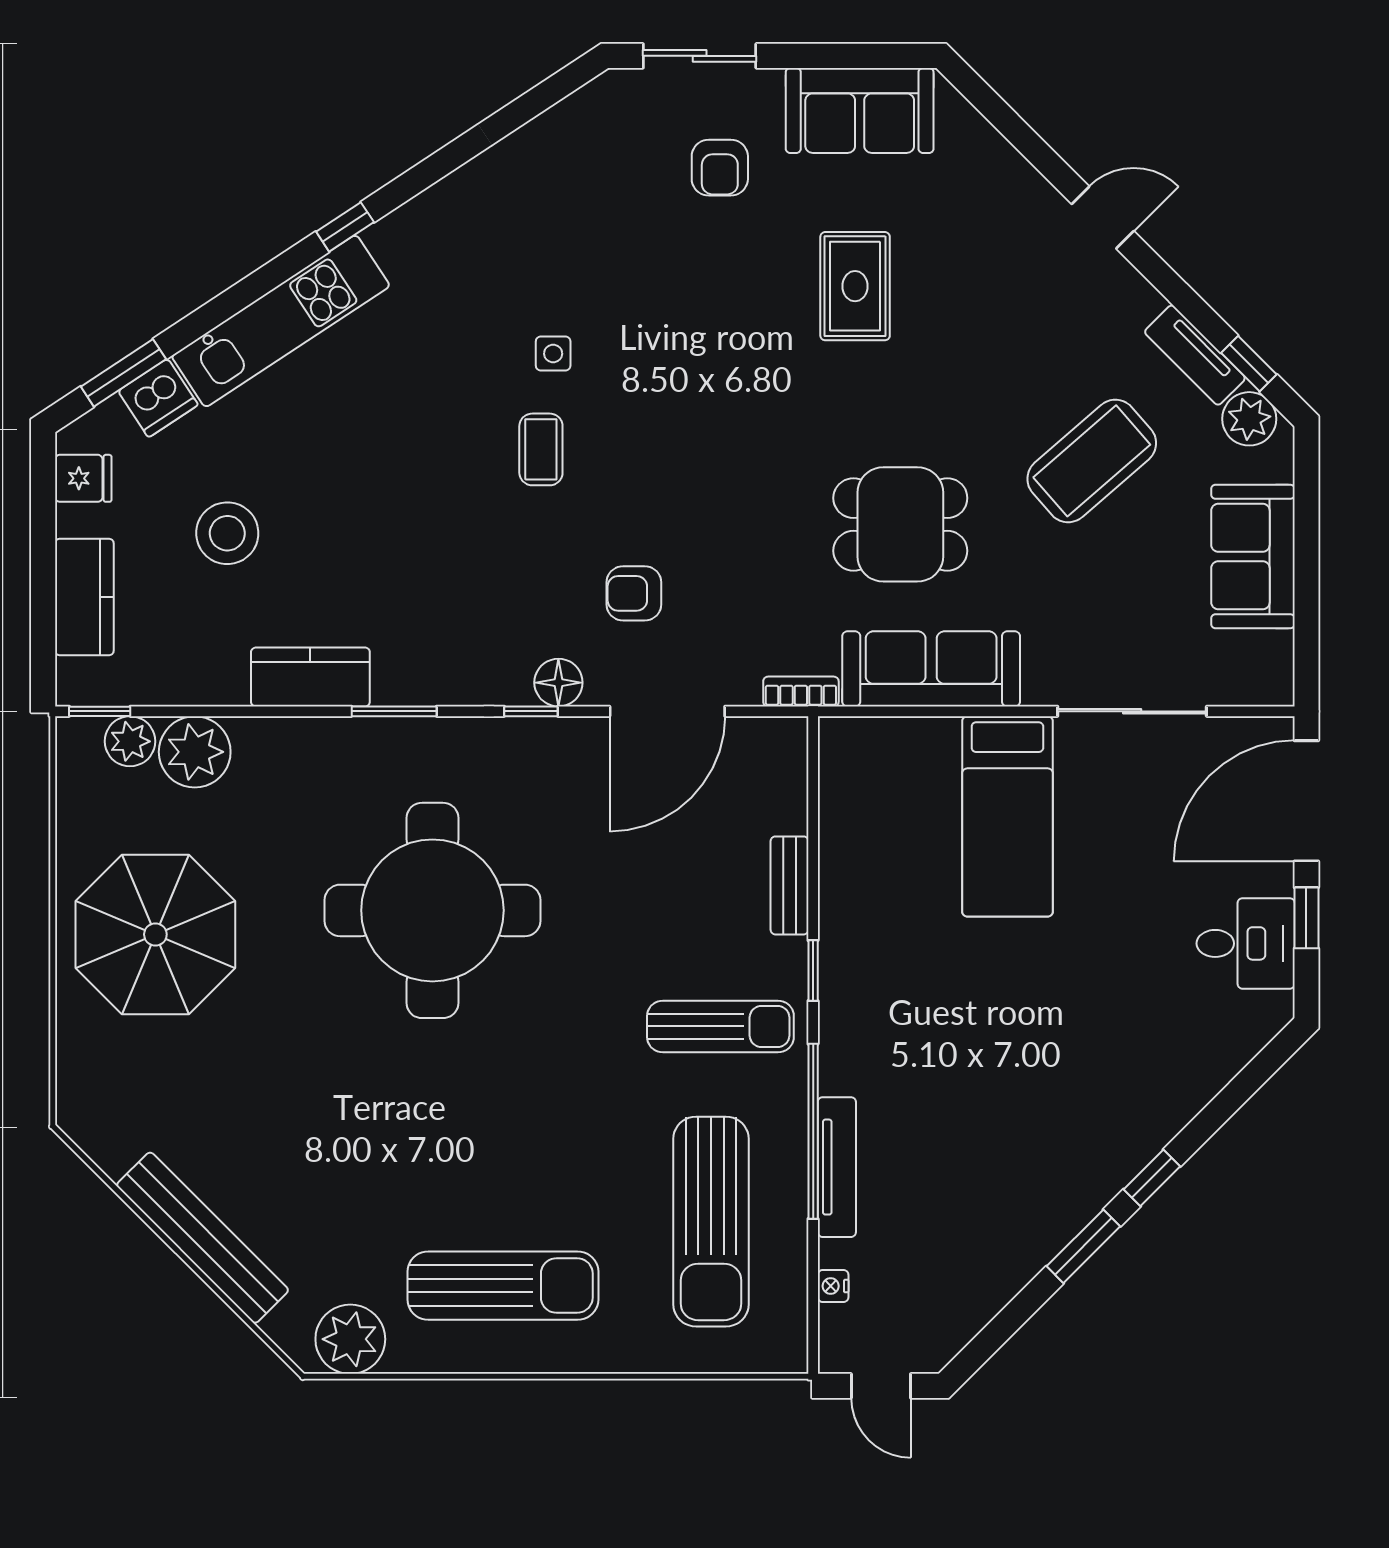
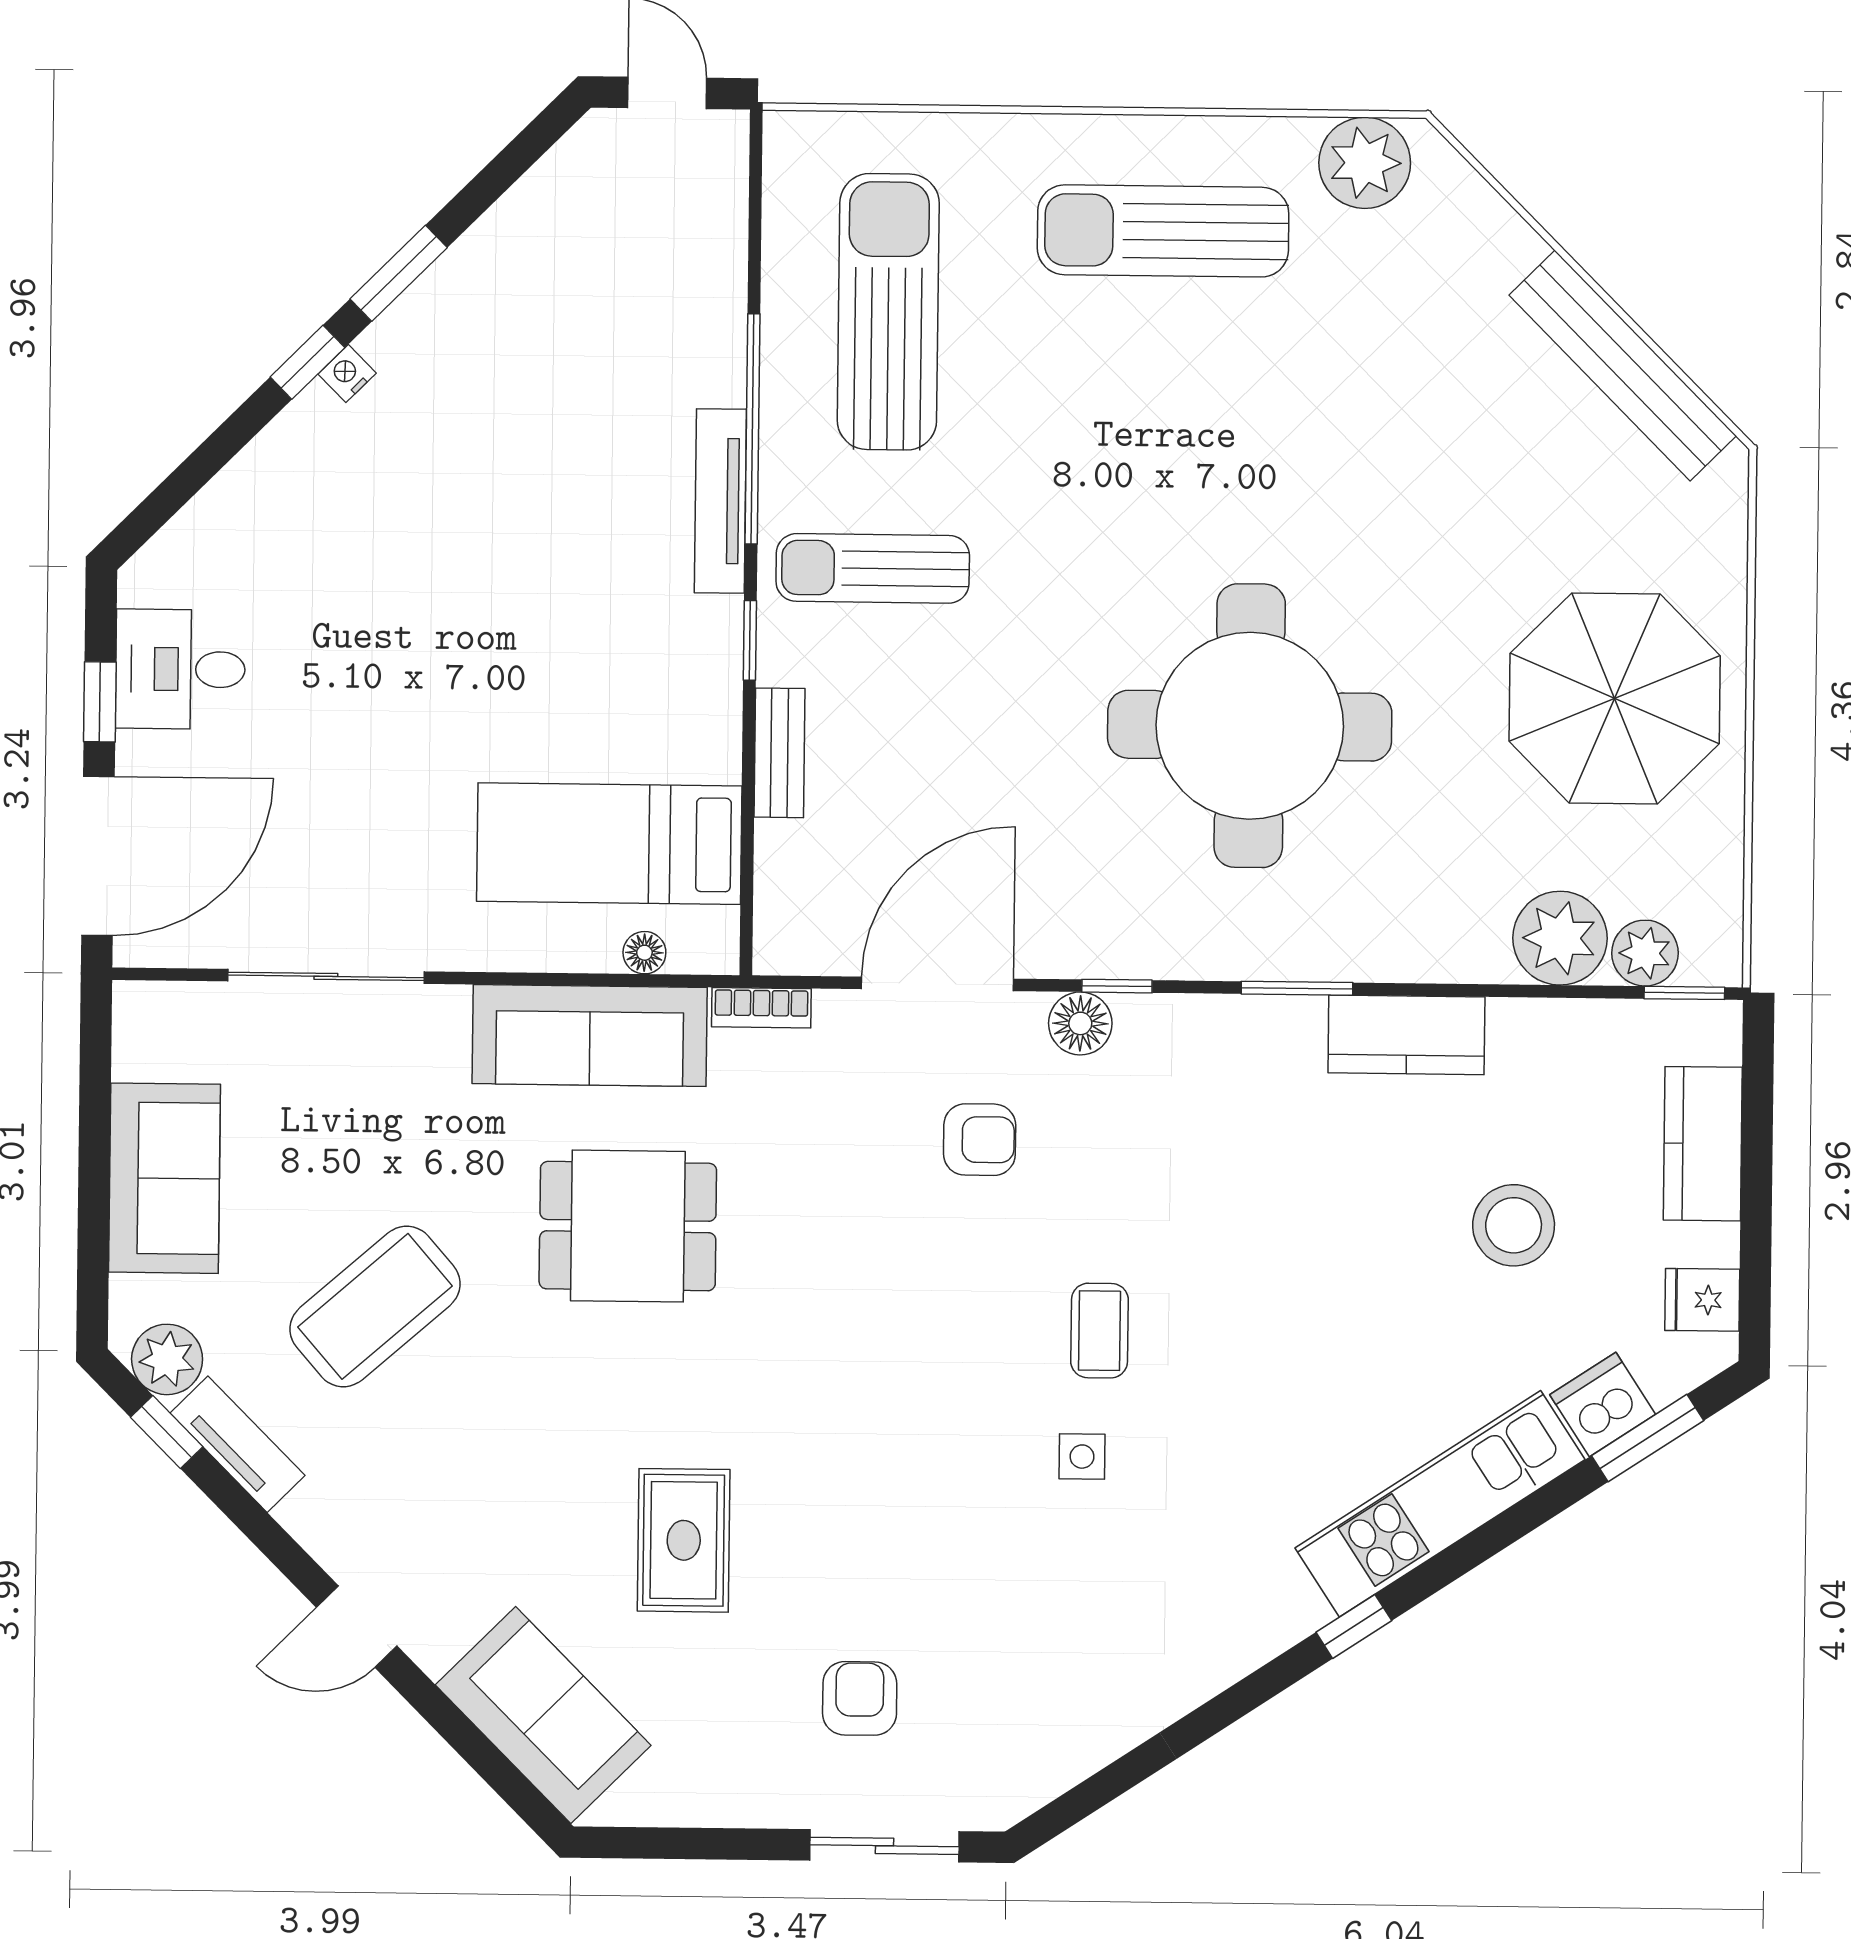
sofa: (860, 110) -> (543, 1715), moved, turned 45
floor lamp: (890, 732) -> (644, 953), added
bed: (1007, 816) -> (609, 844), moved, turned -90
tv unit: (837, 1167) -> (720, 501), moved
bench: (202, 1238) -> (1623, 365), moved
nightstand: (833, 1286) -> (347, 374), moved, turned -135

